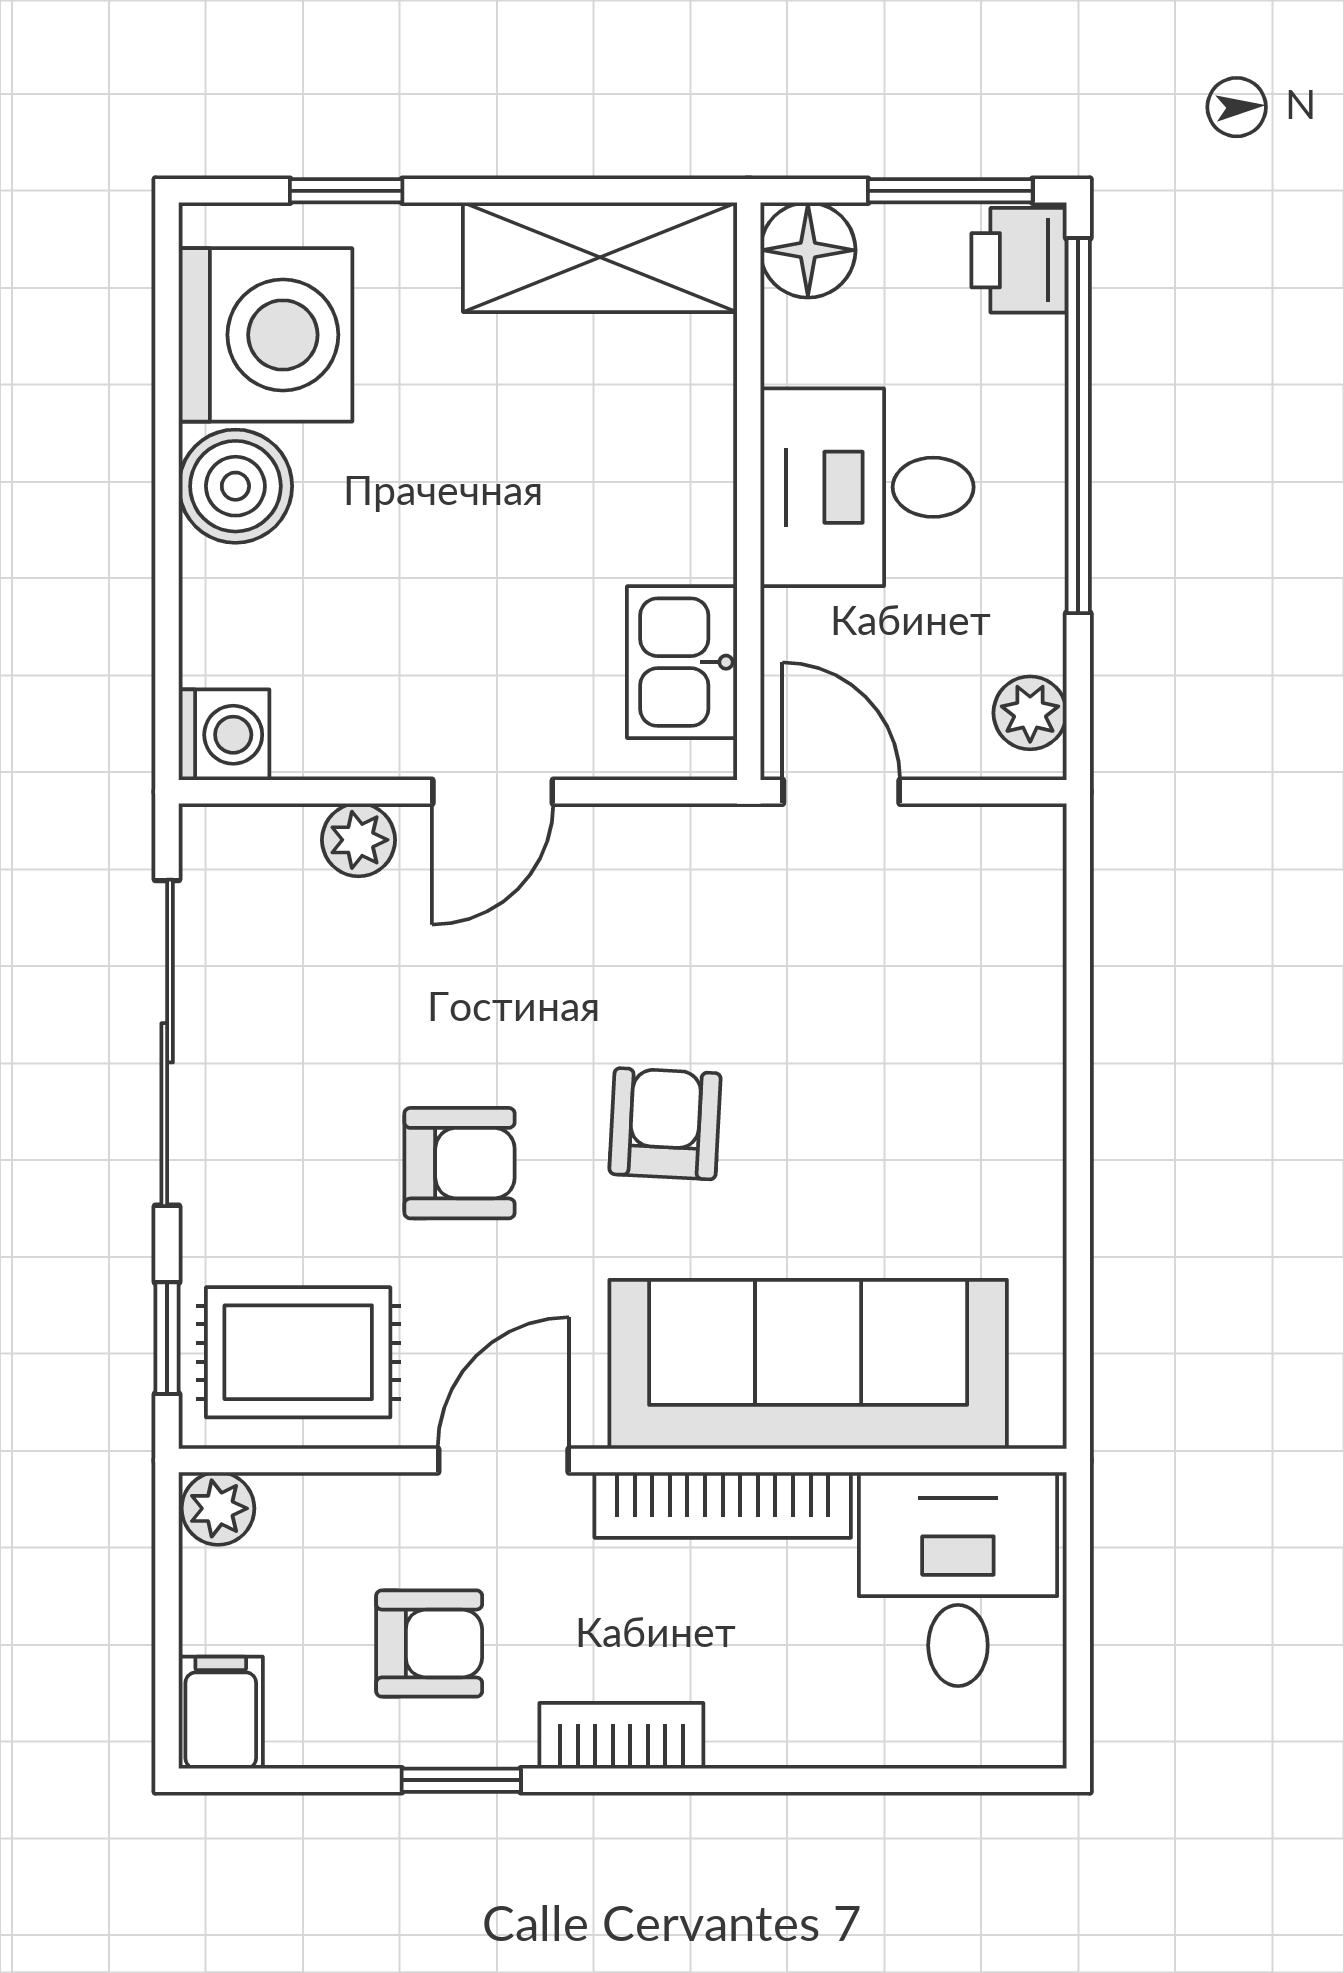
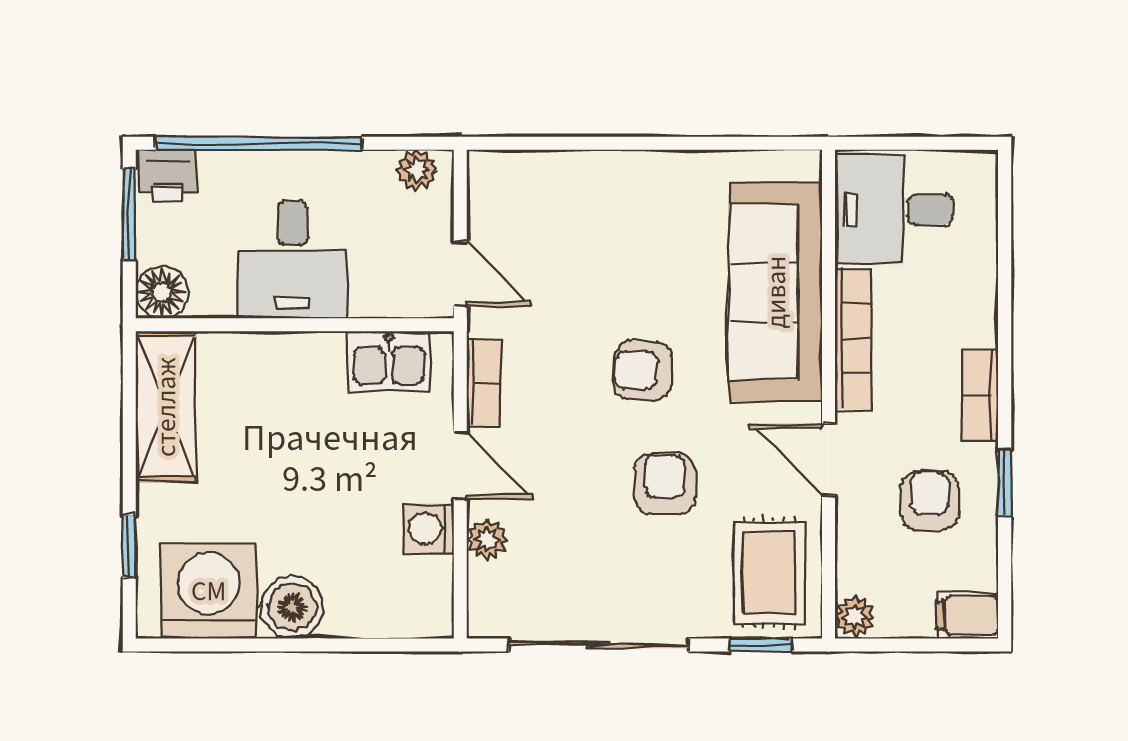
washing machine: (224, 735) -> (429, 528), moved, turned -90
door: (841, 792) -> (460, 274), swing flipped
bookcase: (643, 835) -> (484, 383), added

